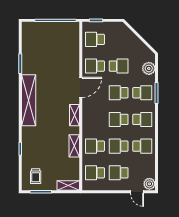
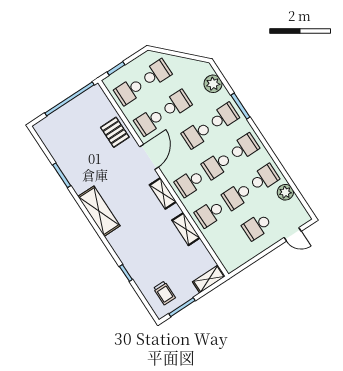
school desk: (119, 39) -> (156, 73), added
pallet: (70, 59) -> (115, 132), added
shelving: (29, 100) -> (99, 211), width x0.68
school desk: (95, 173) -> (190, 183), moved
plant: (149, 184) -> (285, 192), moved

